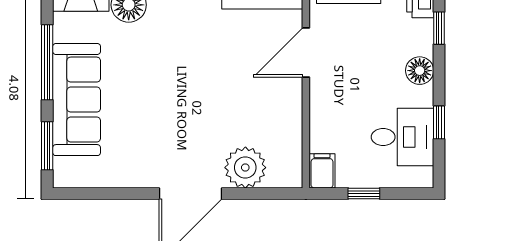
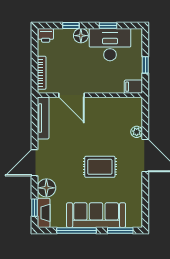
window: (439, 28) -> (71, 25), moved
rug: (169, 107) -> (100, 167), added
desk: (402, 137) -> (110, 45), width x1.37
plant: (245, 168) -> (137, 132), width x0.53, depth x0.53

